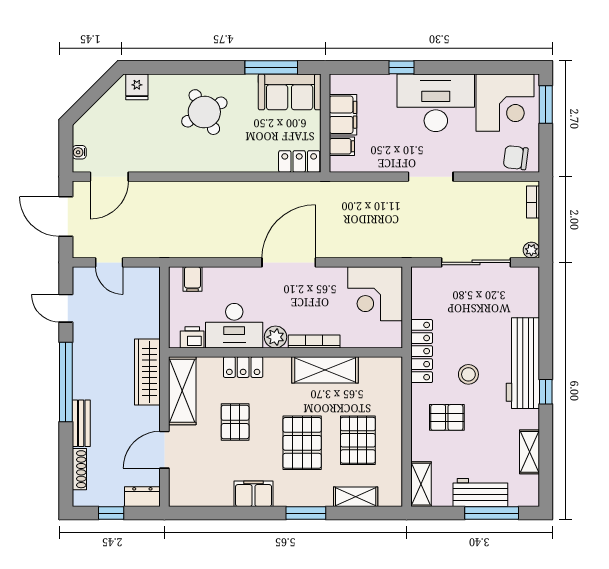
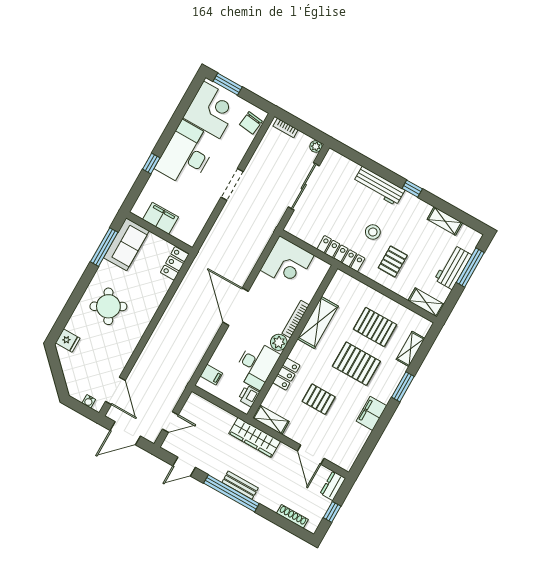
filing cabinet: (342, 146) -> (180, 230), removed
workbench: (523, 363) -> (379, 186), width x0.73, depth x0.76
shelving: (182, 391) -> (271, 420), width x0.67, depth x0.75
bench: (81, 423) -> (240, 485), moved

